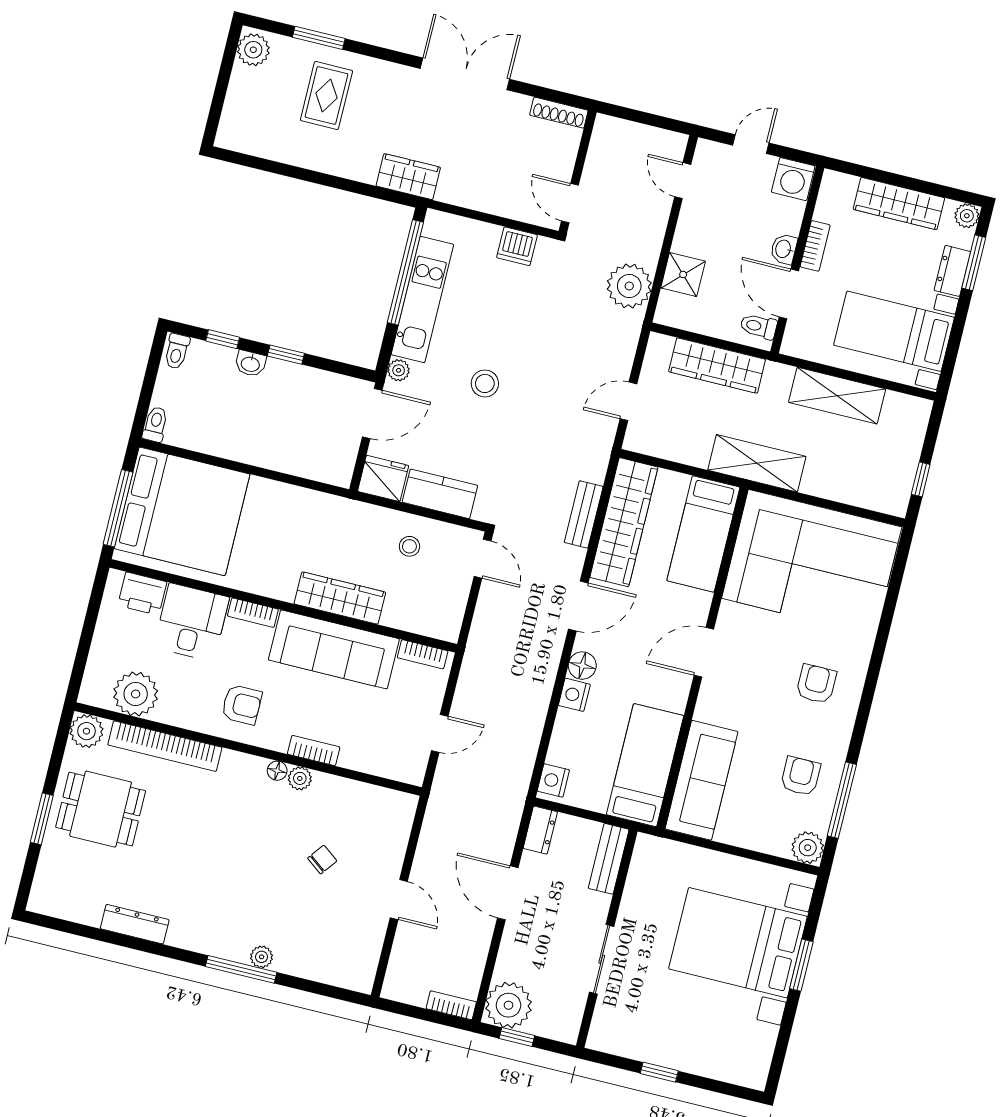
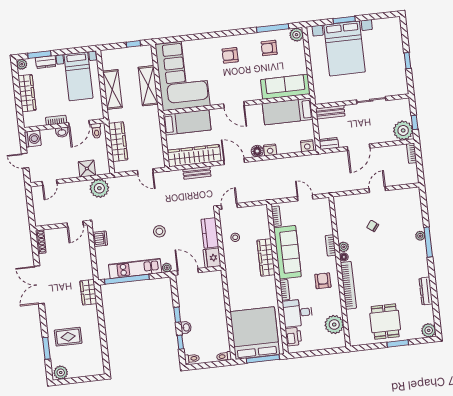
shelving: (757, 463) -> (148, 86), moved
plant: (86, 731) -> (429, 330), moved
bookcase: (165, 746) -> (348, 285), moved

